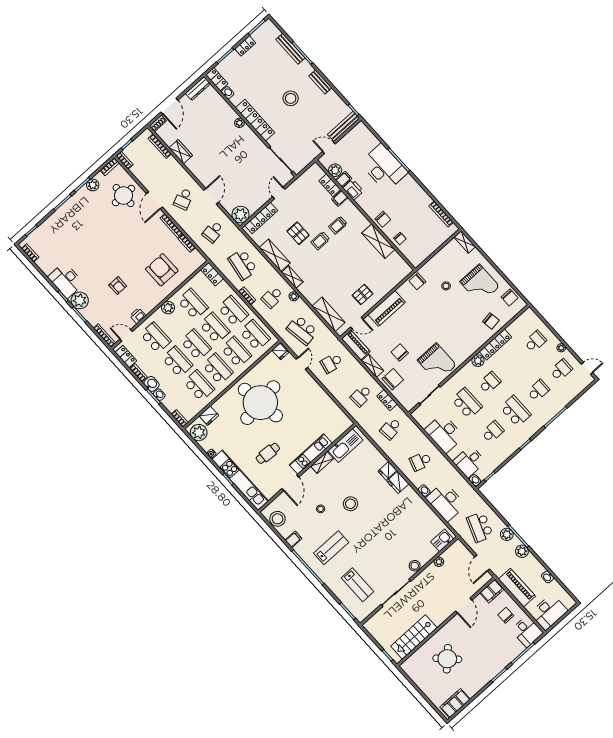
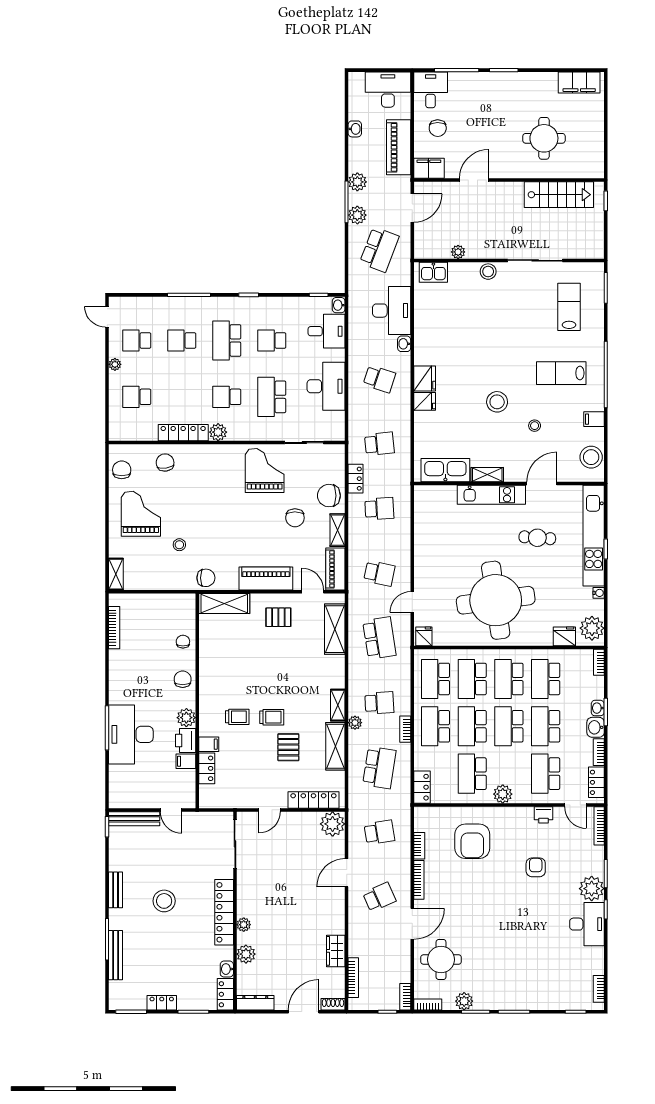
plant: (225, 109) -> (246, 954), added
plant: (335, 170) -> (186, 718), moved
shelving: (378, 241) -> (224, 604), moved, turned 90
plant: (294, 296) -> (355, 723), moved
round table: (447, 659) -> (544, 138), turned 45

